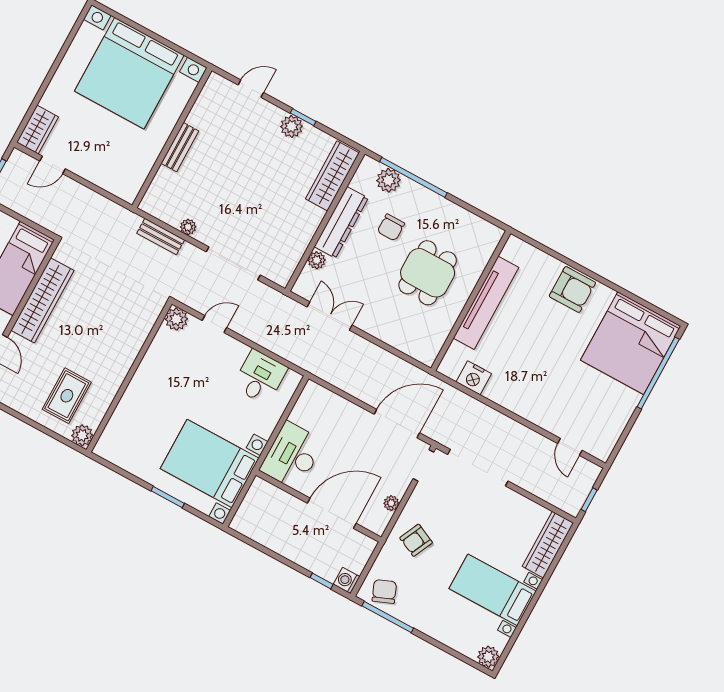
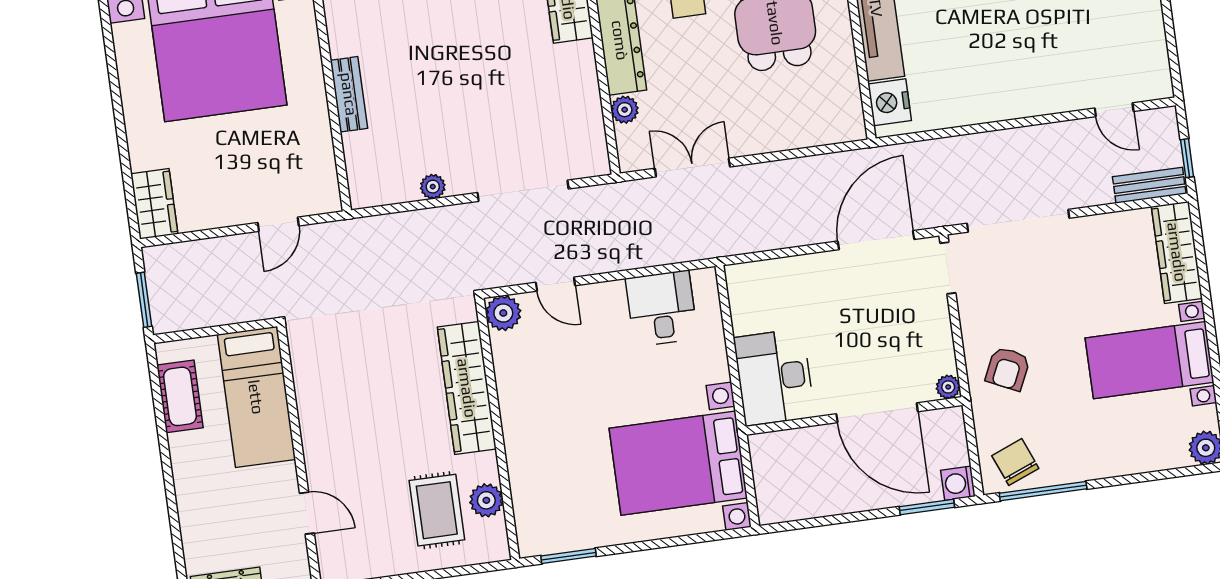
door: (53, 165) -> (278, 224), moved
bench: (161, 237) -> (1149, 185), moved
wardrobe: (42, 300) -> (467, 388), moved, turned 180
door: (214, 324) -> (555, 284), swing flipped
nightstand: (474, 378) -> (890, 102), moved, turned 90
plant: (82, 435) -> (486, 500), moved
window: (168, 497) -> (568, 556), moved
plant: (391, 503) -> (948, 387), moved
door: (332, 513) -> (877, 413), swing flipped
window: (322, 581) -> (927, 507), width x1.50

